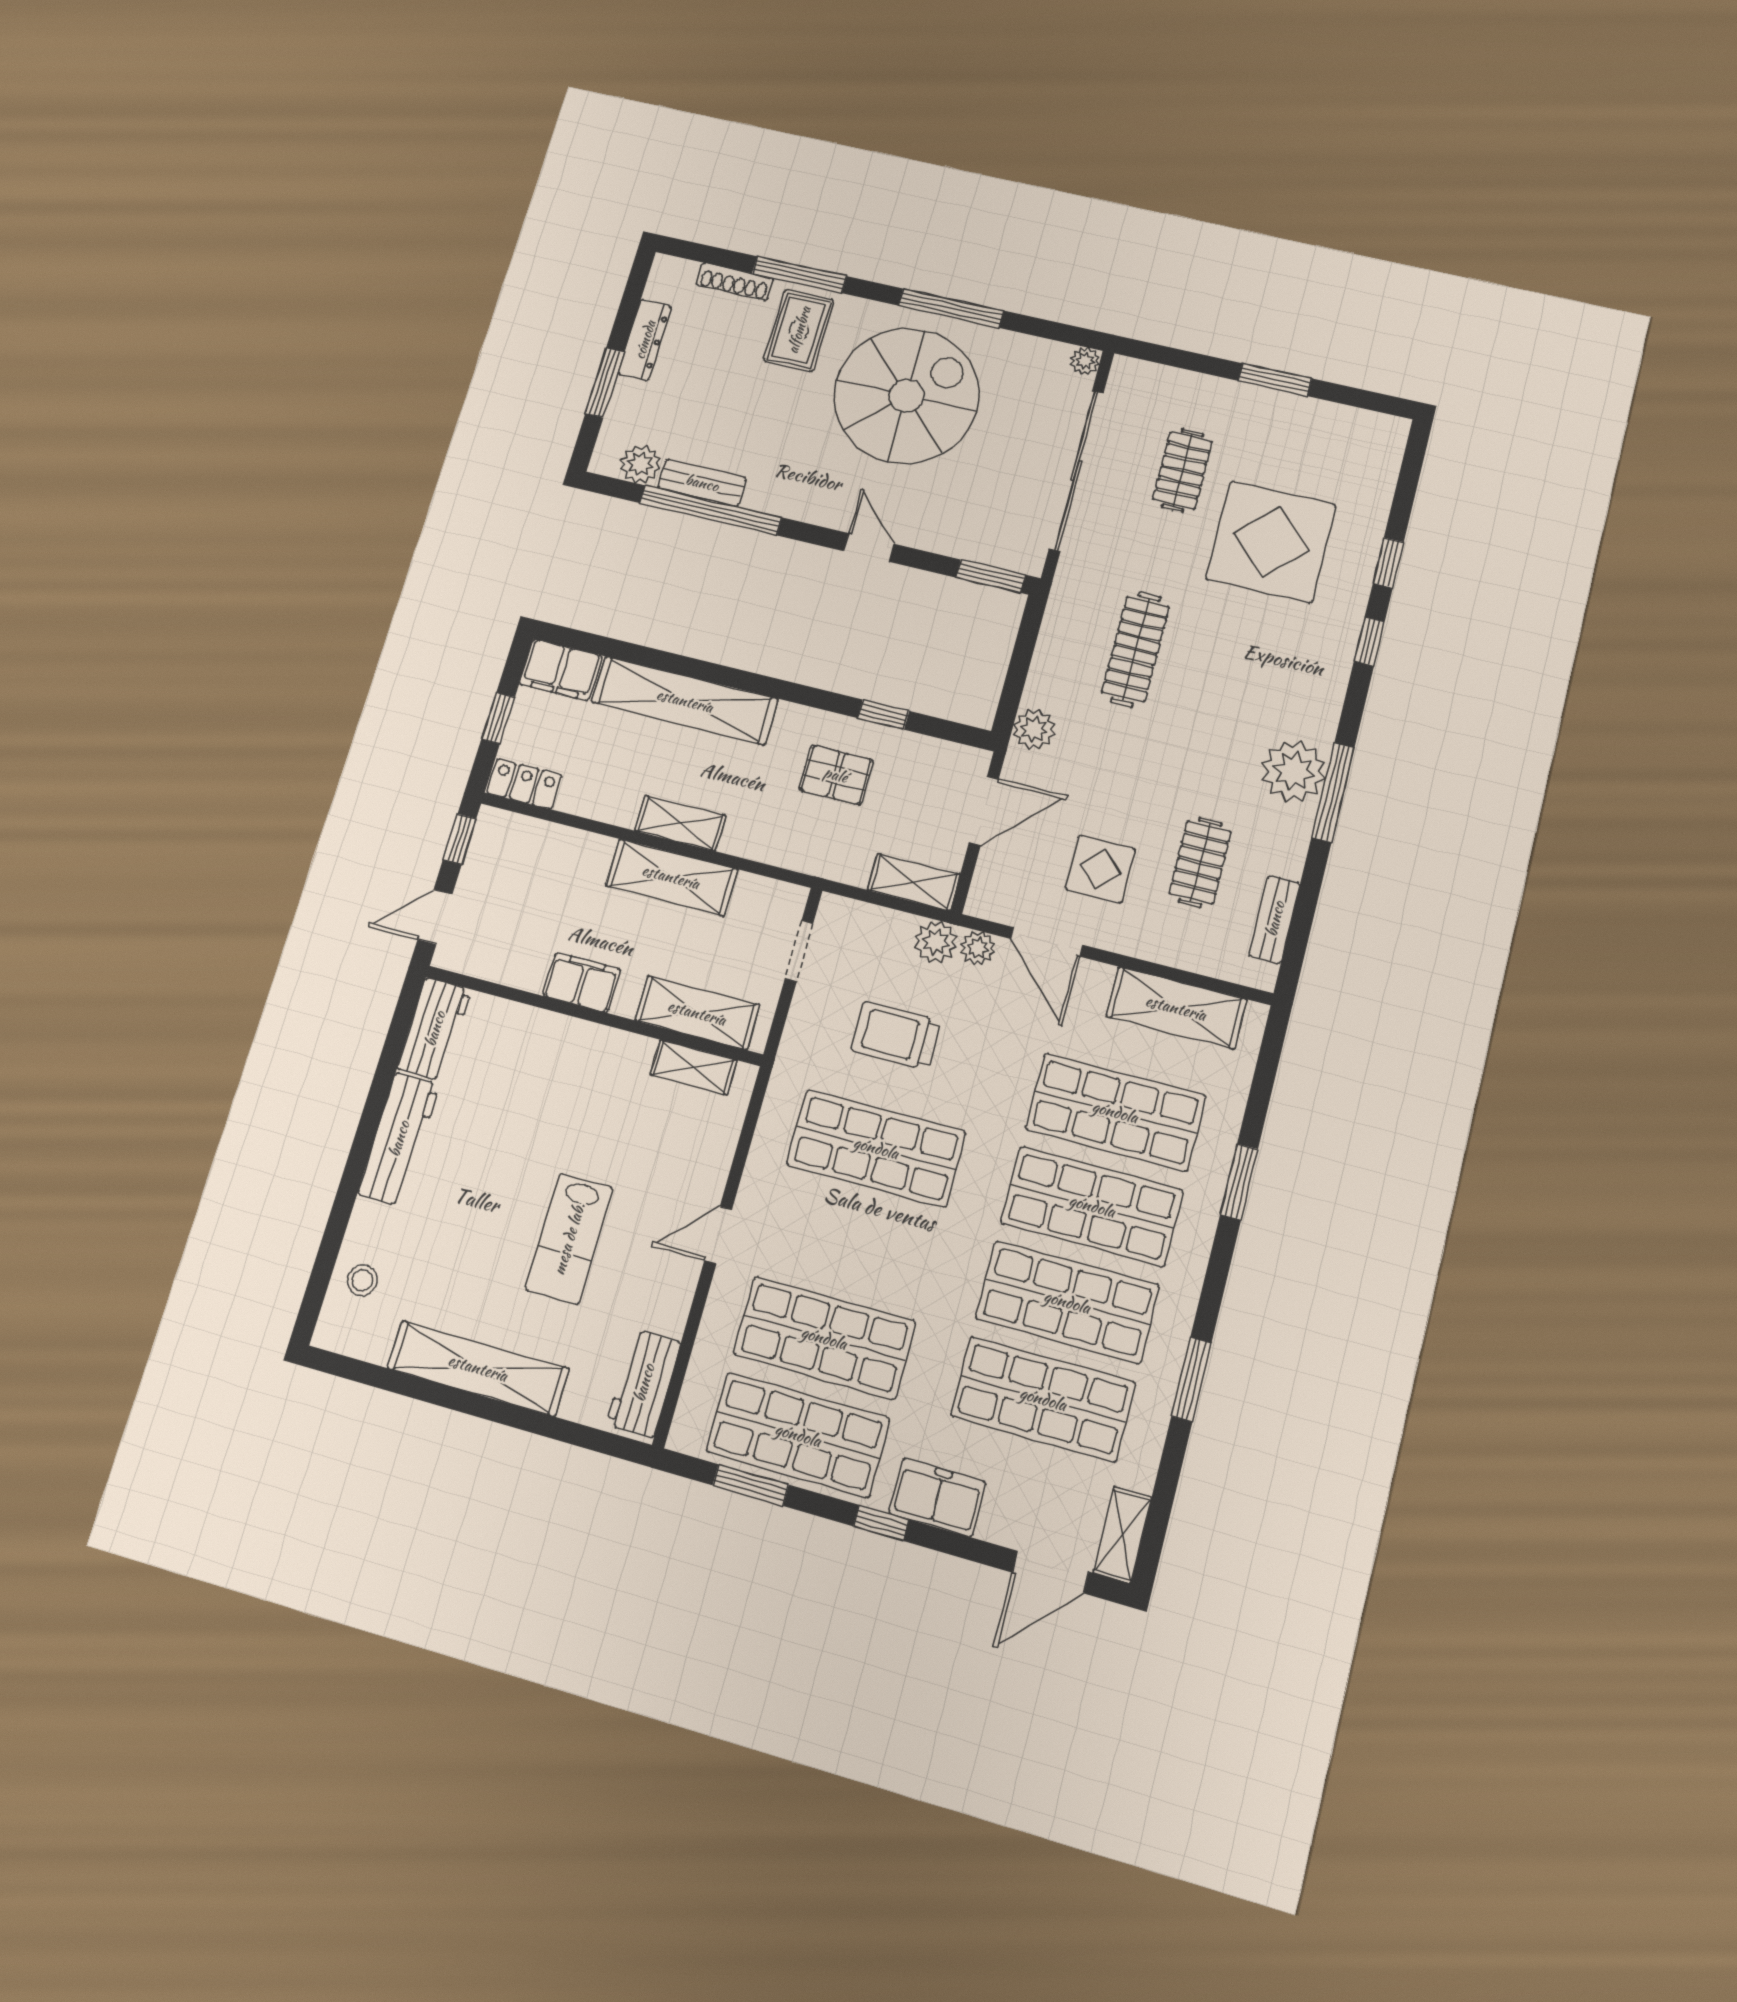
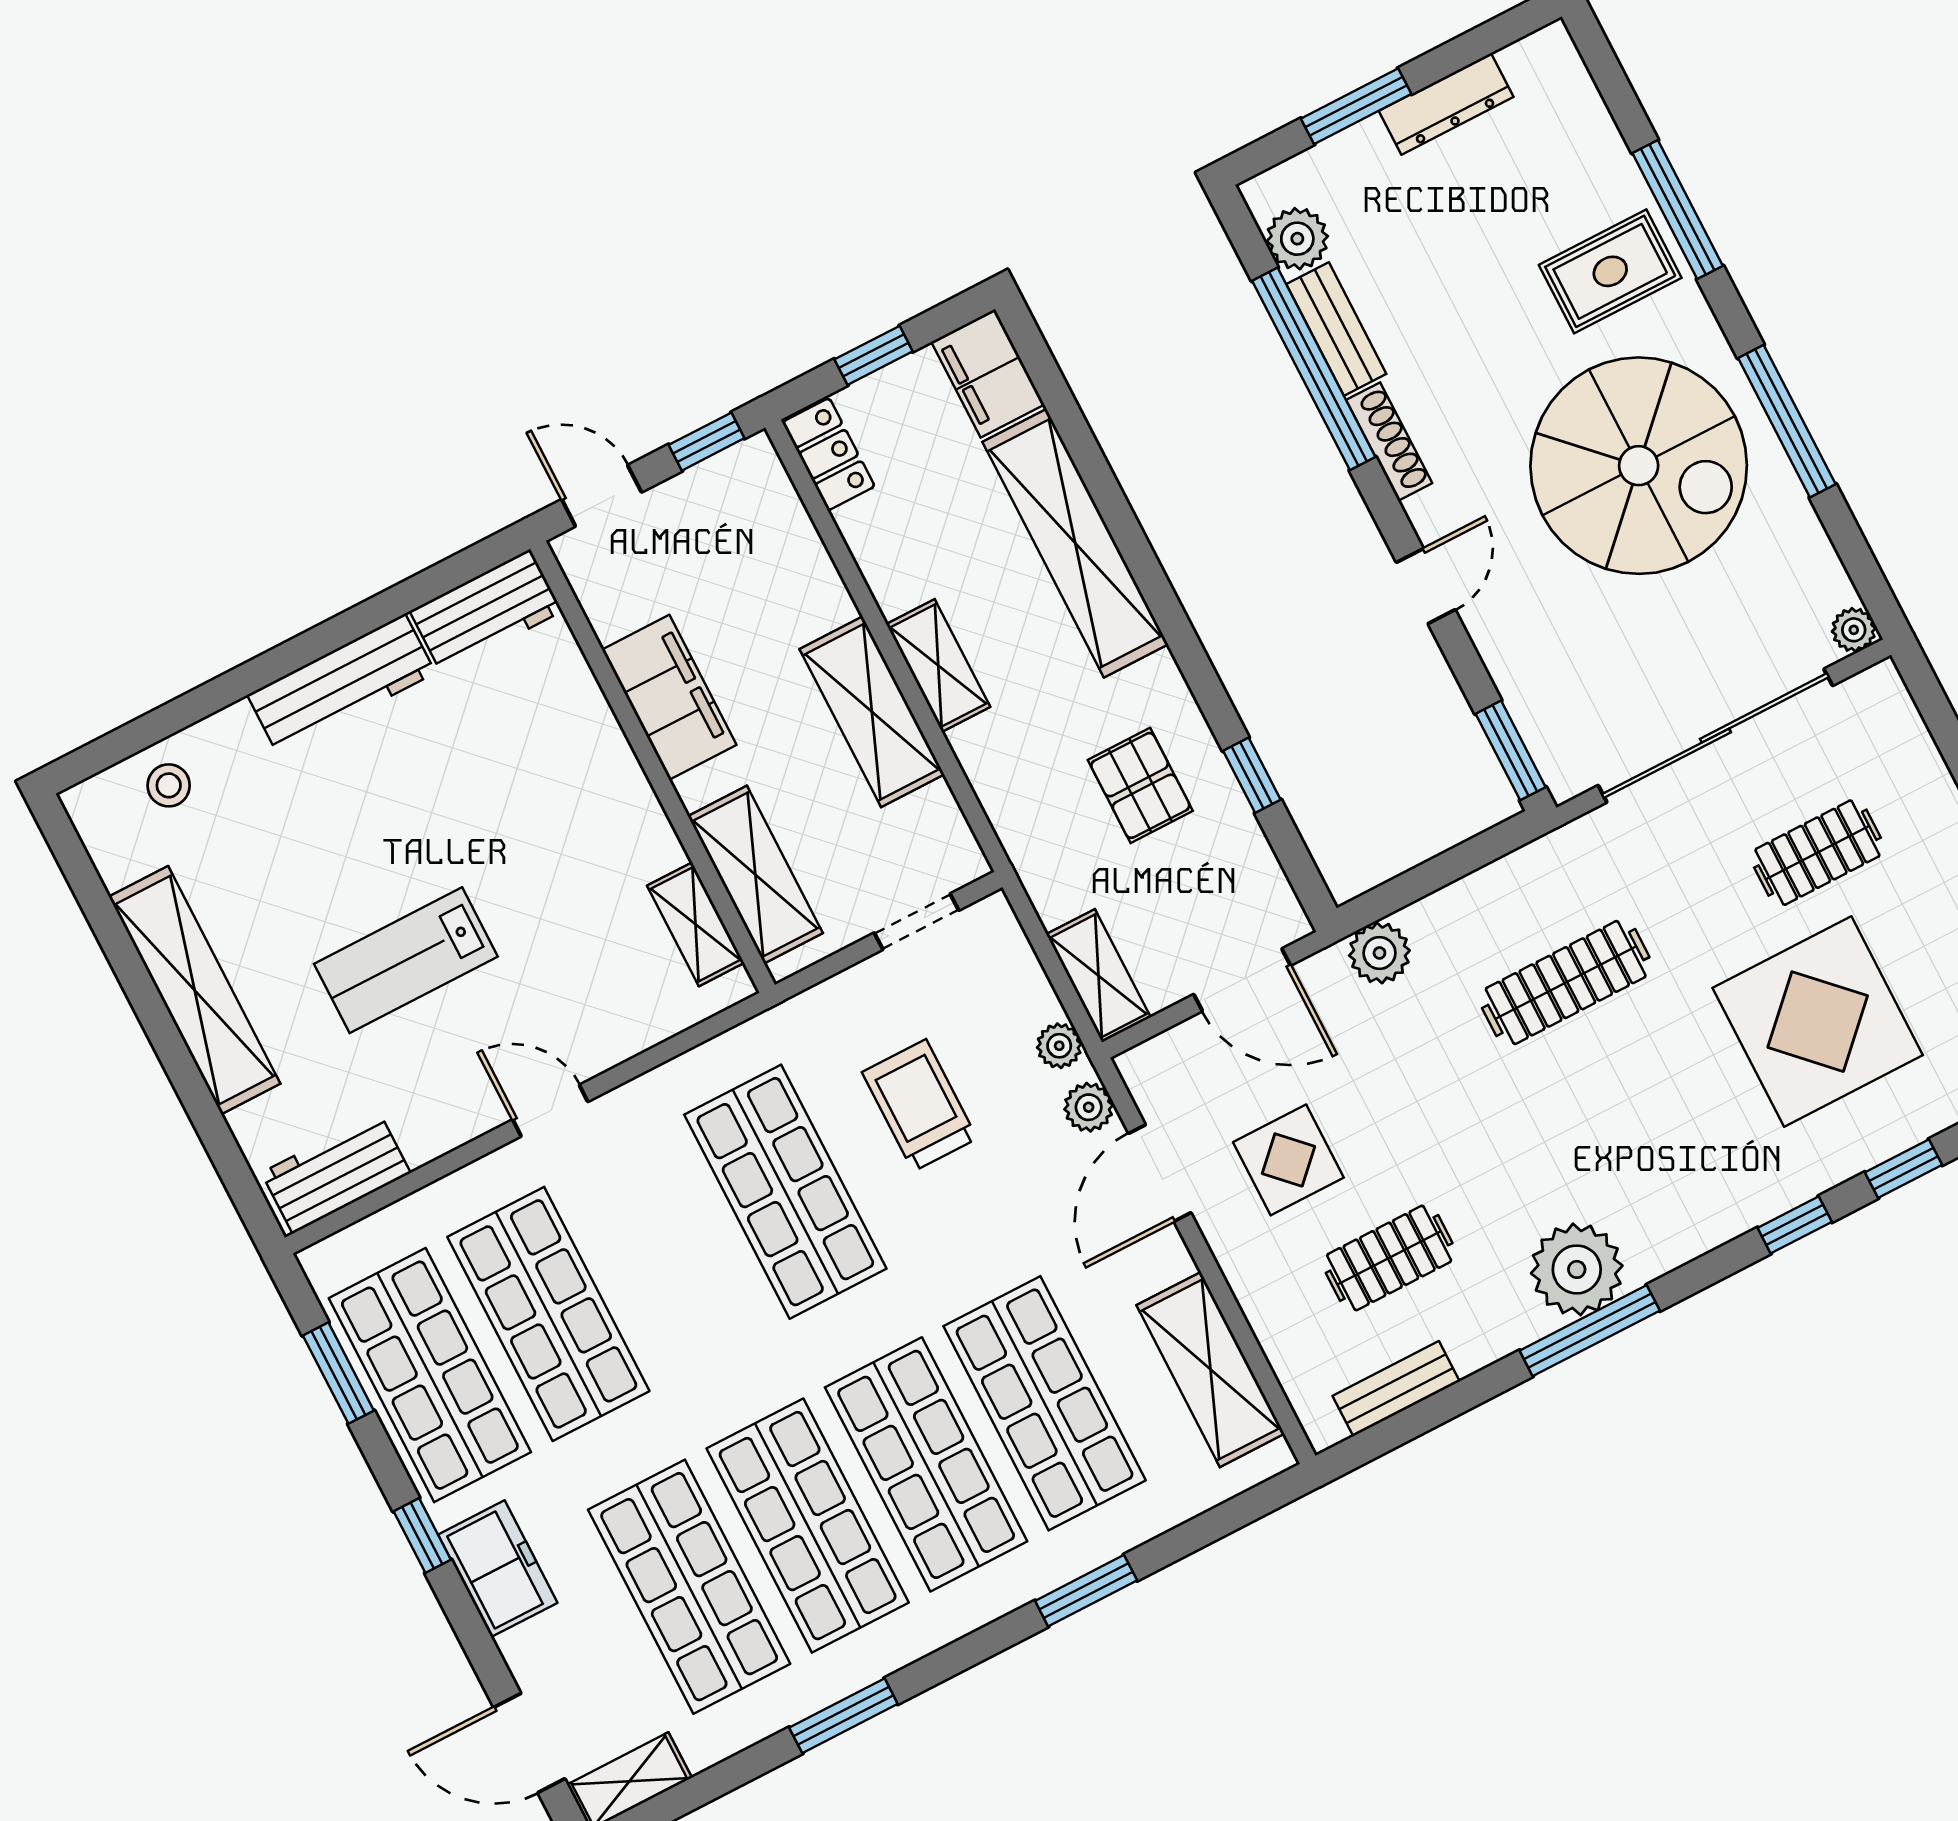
shoe rack: (735, 282) -> (1389, 442), moved, turned 180
plant: (936, 942) -> (1059, 1046), width x0.73, depth x0.73
filing cabinet: (582, 983) -> (669, 697), width x1.50, depth x1.17

